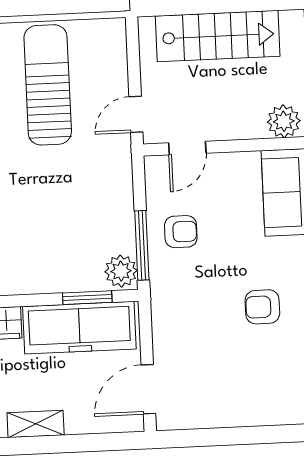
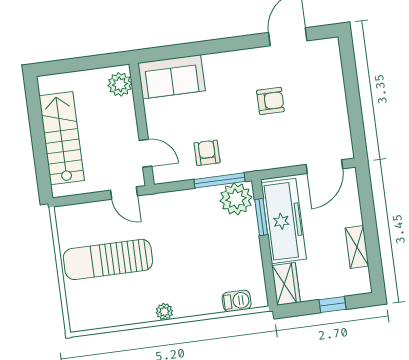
plant: (121, 271) -> (236, 199), width x1.36, depth x1.36
armchair: (262, 307) -> (270, 101), moved, turned -90
door: (148, 389) -> (324, 167), hinge flipped

